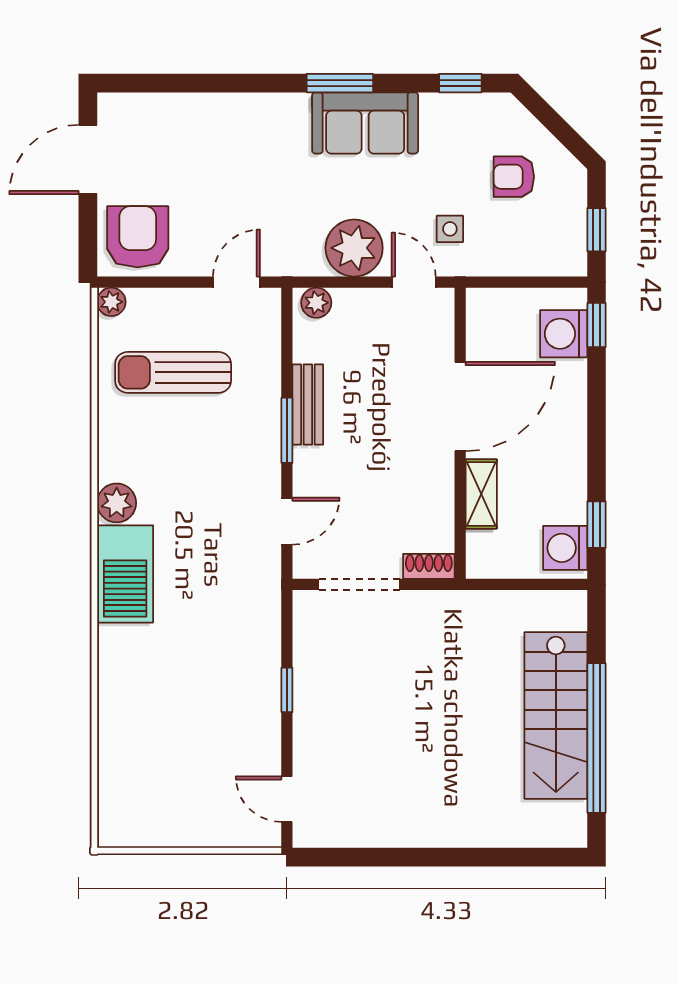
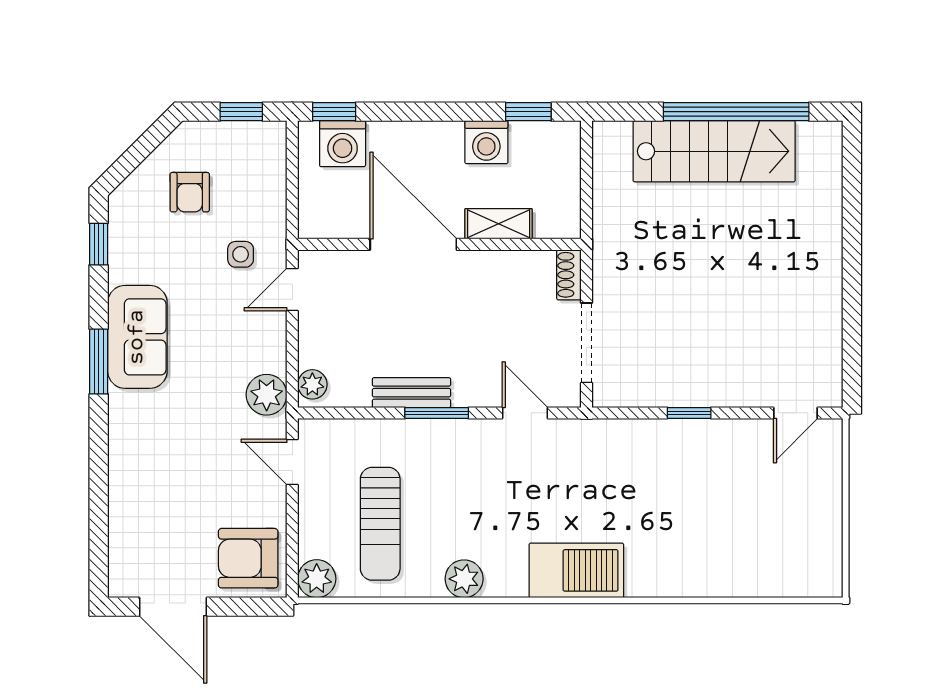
plant: (354, 248) -> (267, 395), moved, width x0.73, depth x0.73
plant: (111, 302) -> (317, 579), width x1.38, depth x1.38
plant: (117, 503) -> (464, 579), moved
washing machine: (565, 548) -> (486, 142), moved

